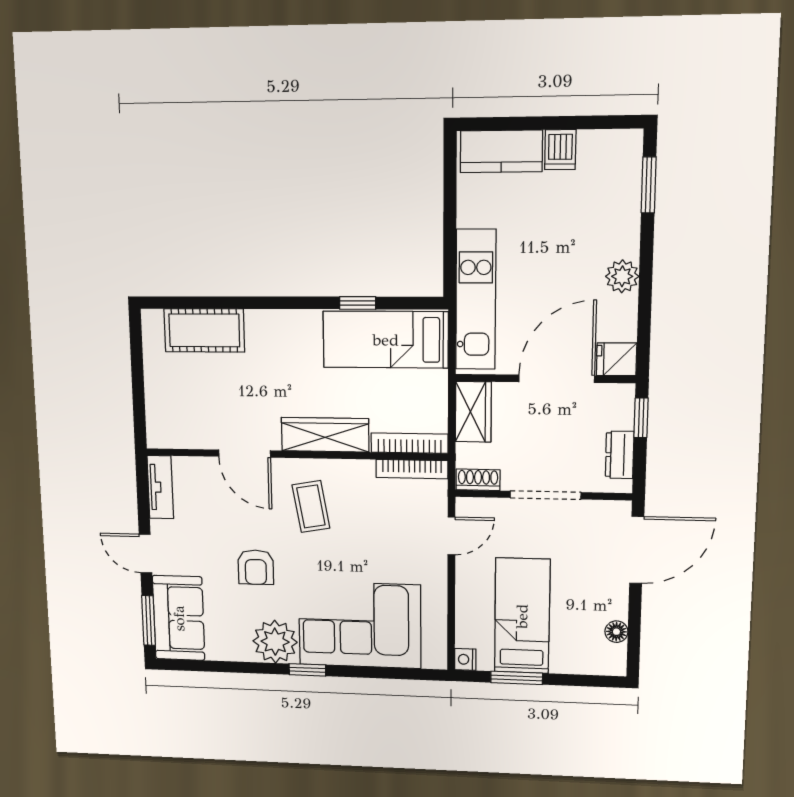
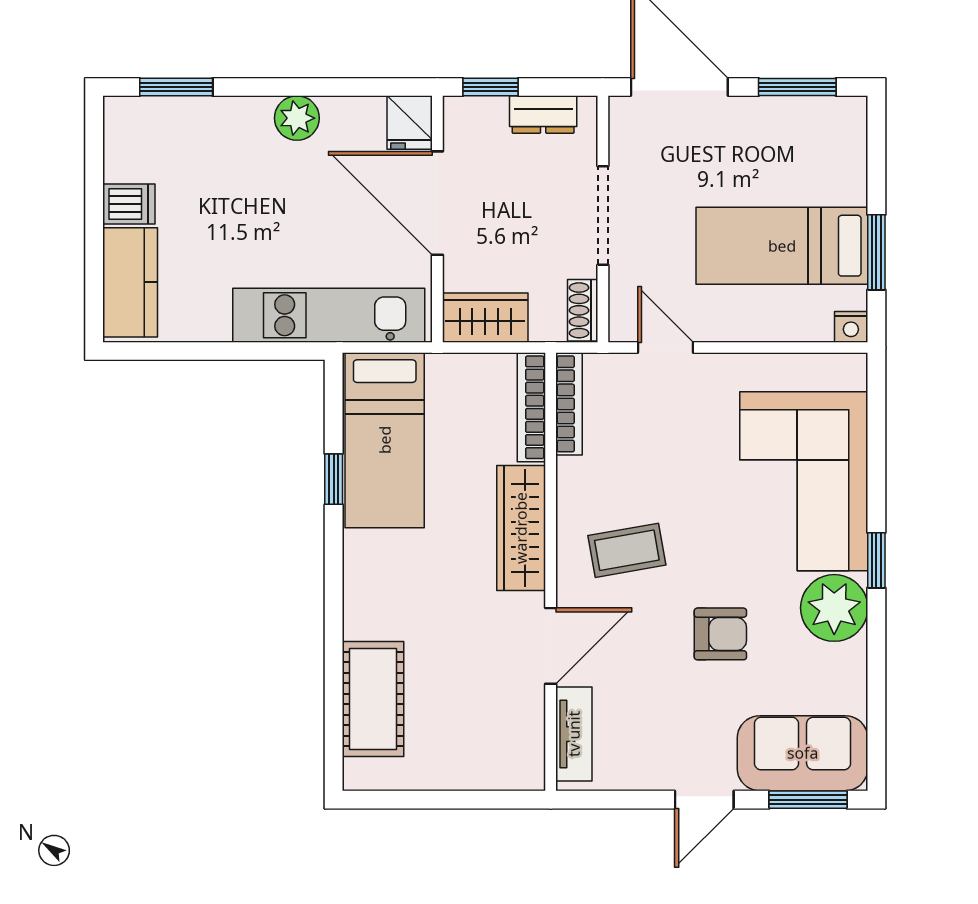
tv unit: (160, 487) -> (574, 734), moved, turned 90
window: (634, 630) -> (797, 87), added
floor lamp: (616, 632) -> (801, 112), removed

